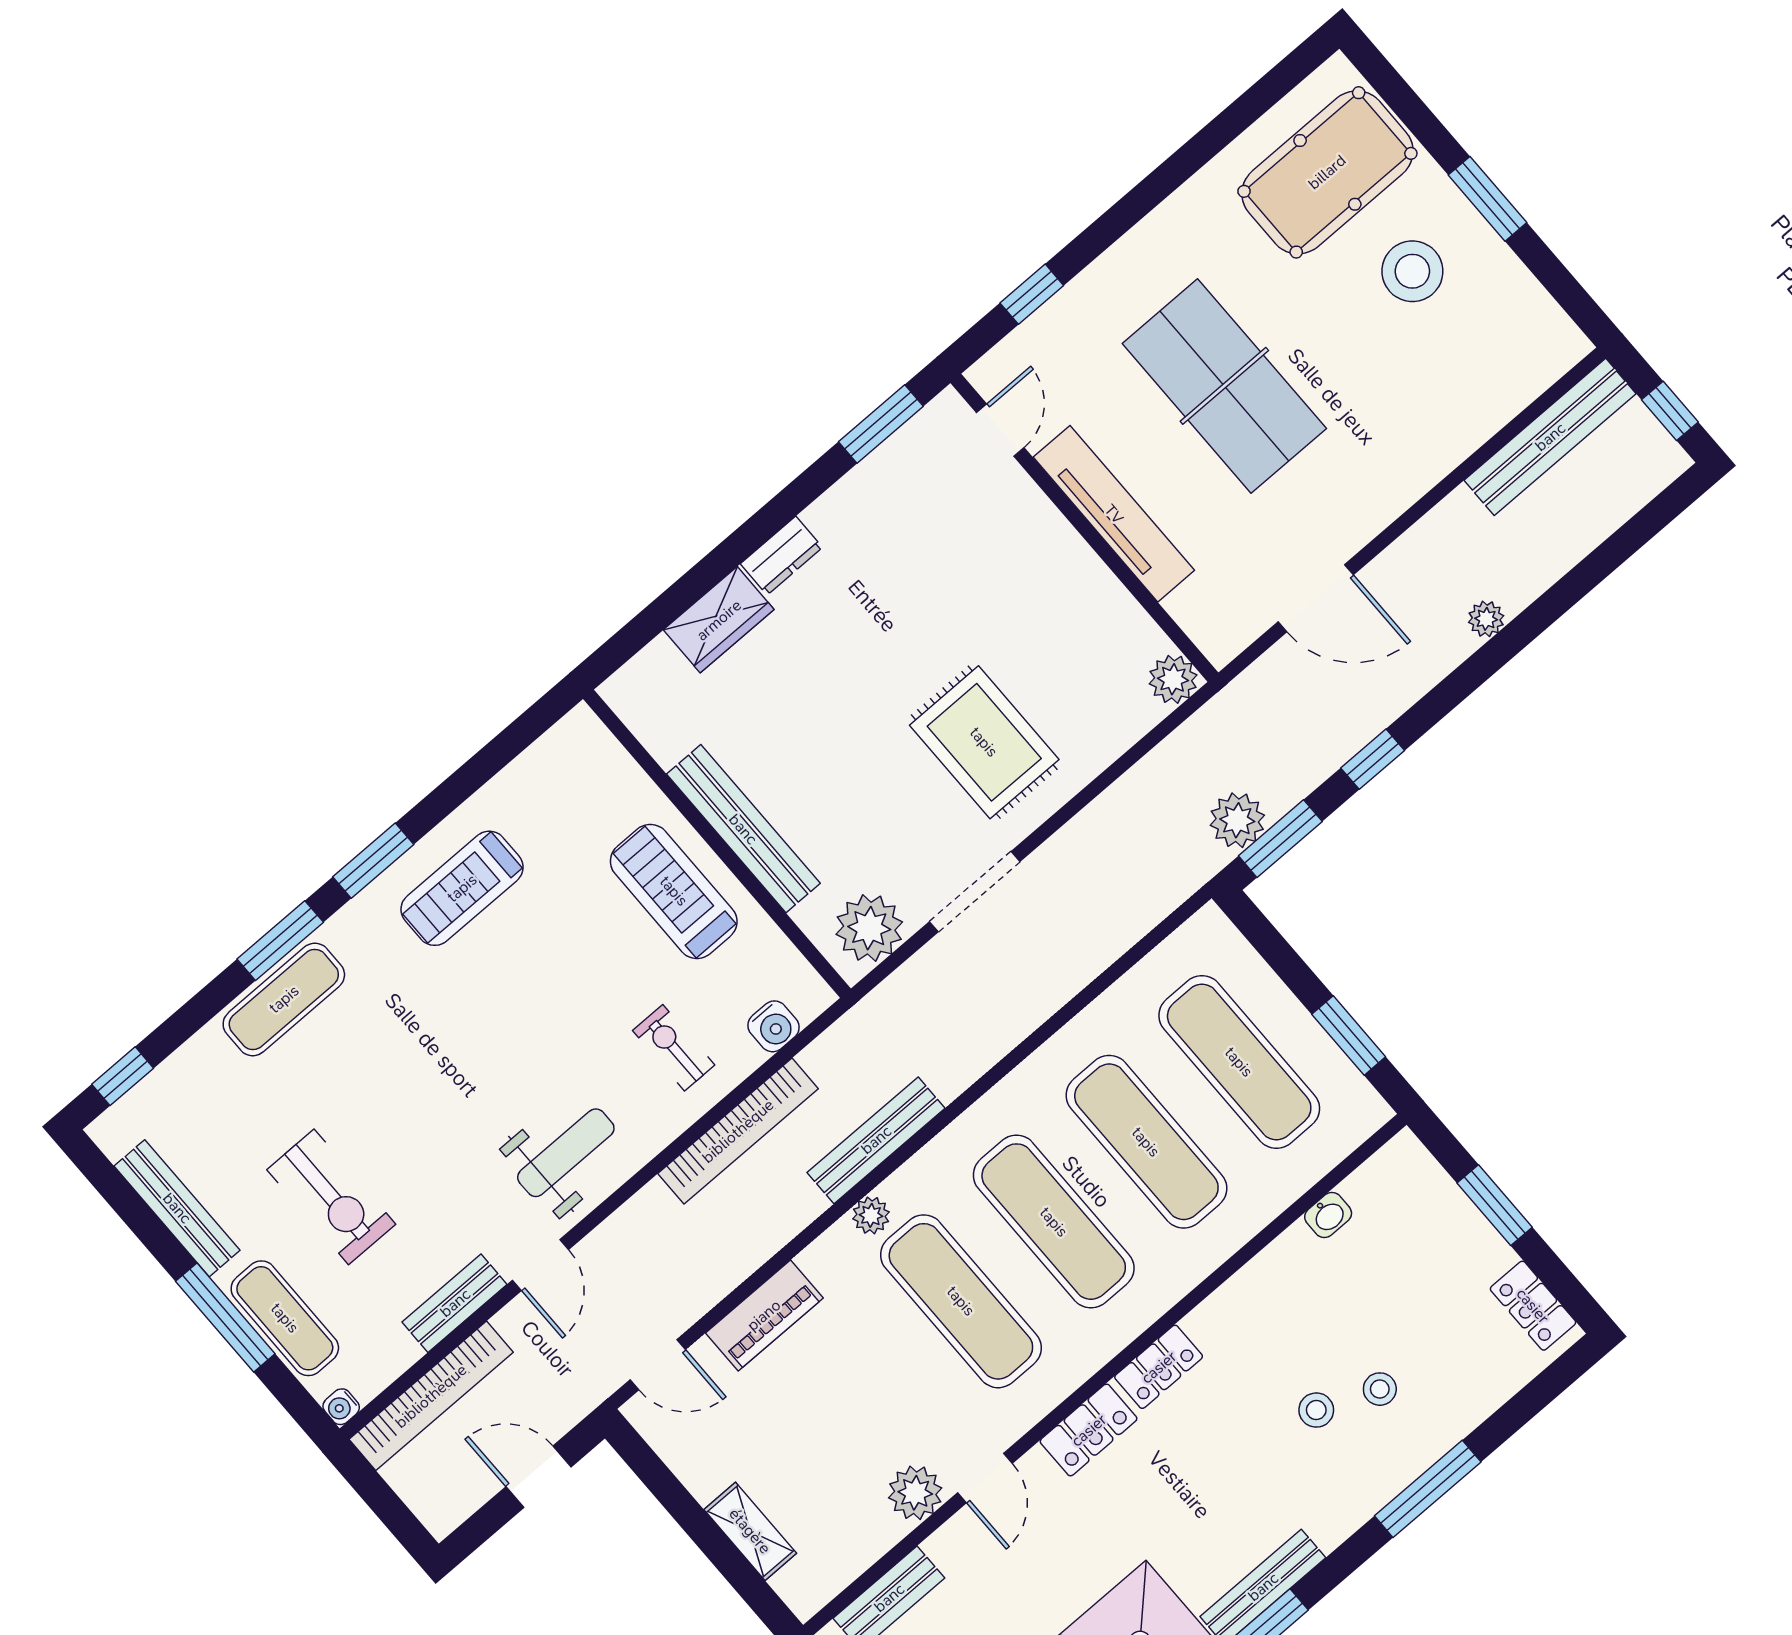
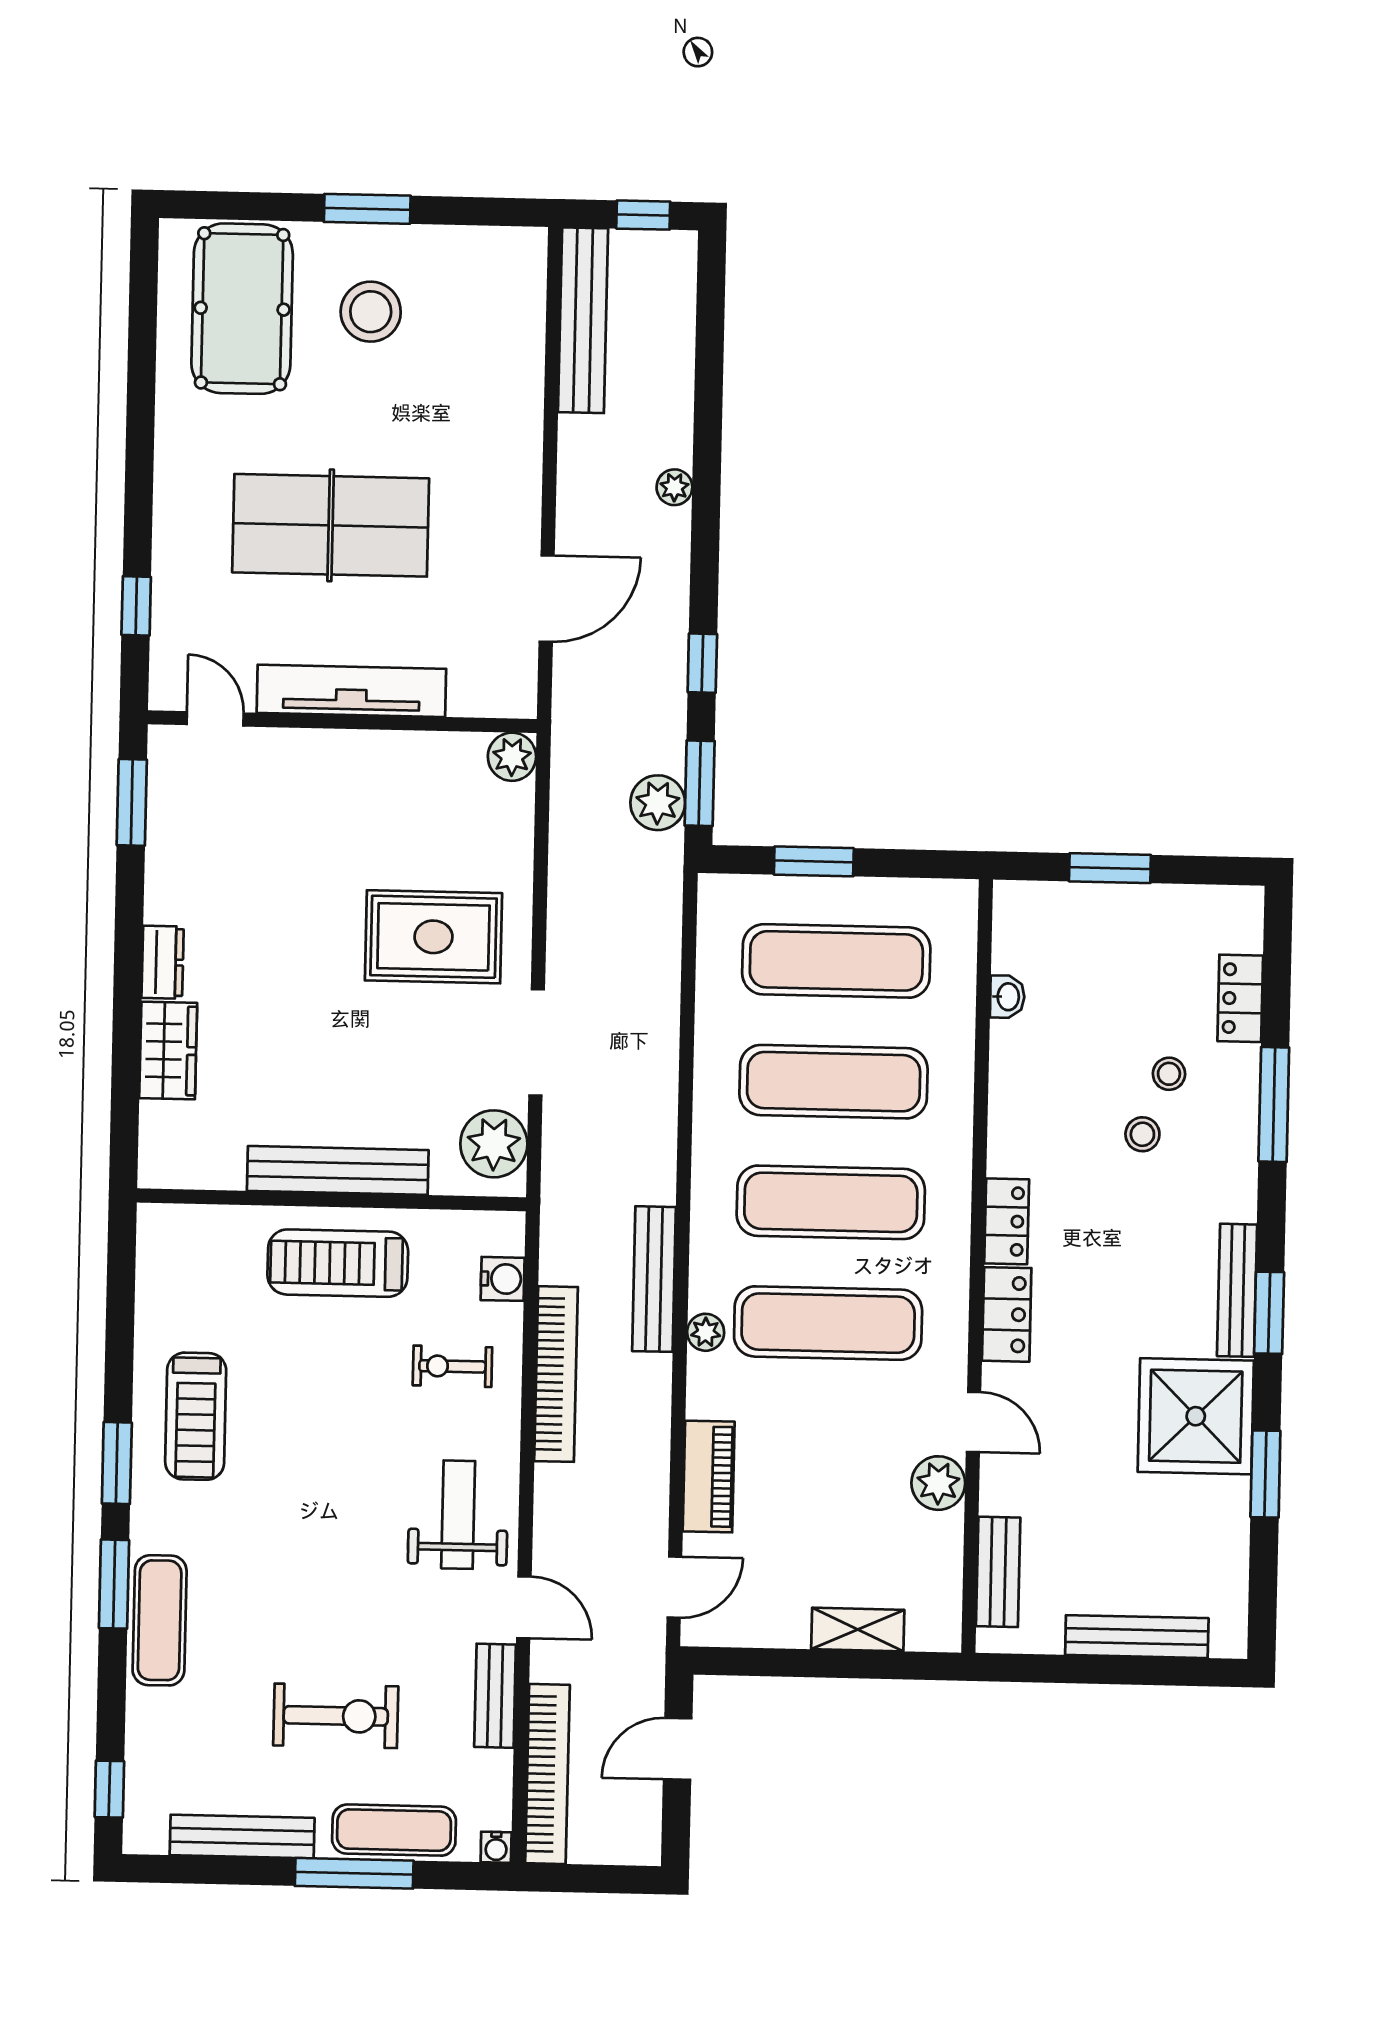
window: (1349, 1036) -> (814, 861), moved
locker: (1533, 1306) -> (1240, 998), moved, turned 90

